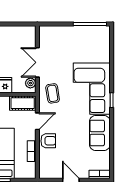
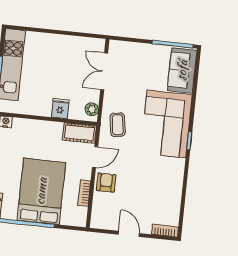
double door: (37, 62) -> (104, 71), moved
sofa: (100, 133) -> (182, 70), moved
armchair: (48, 141) -> (106, 183), turned -90

